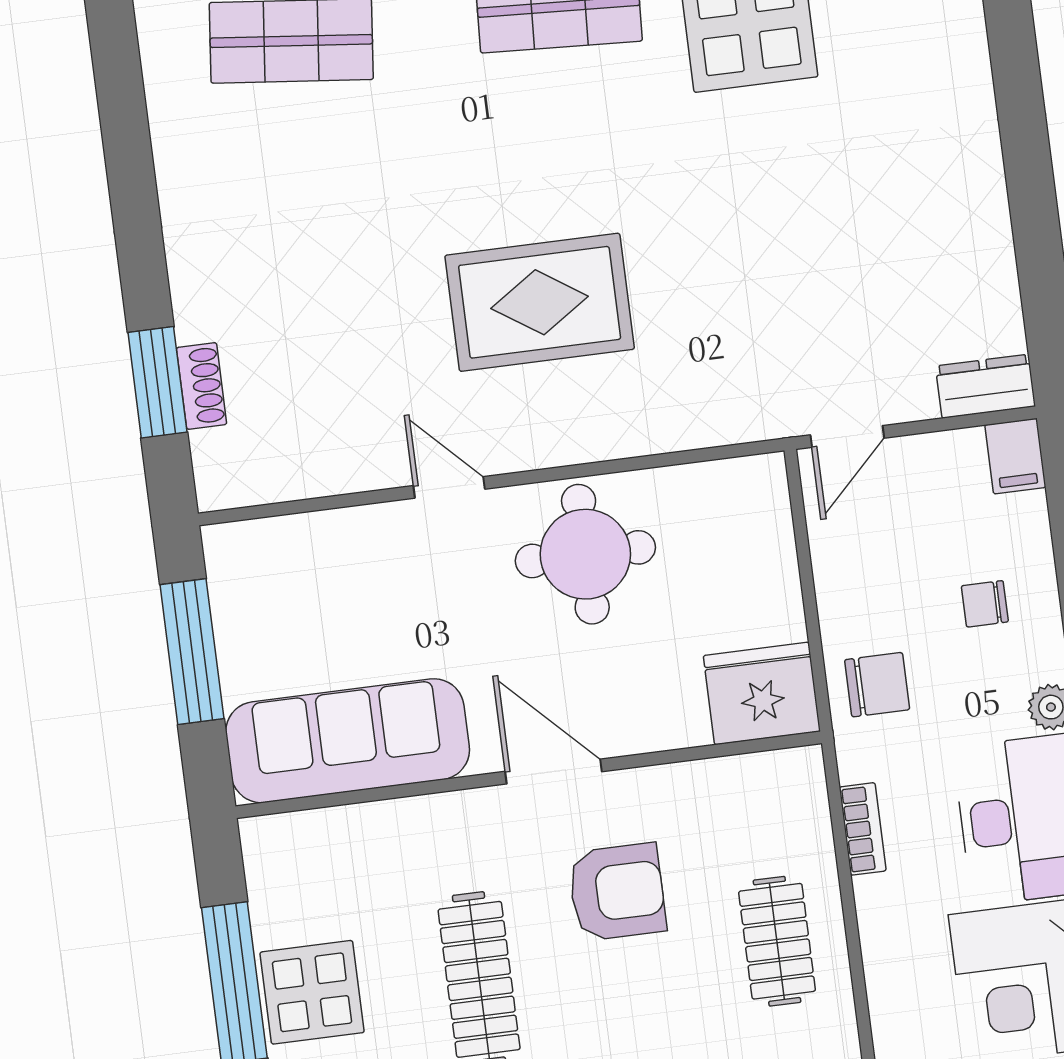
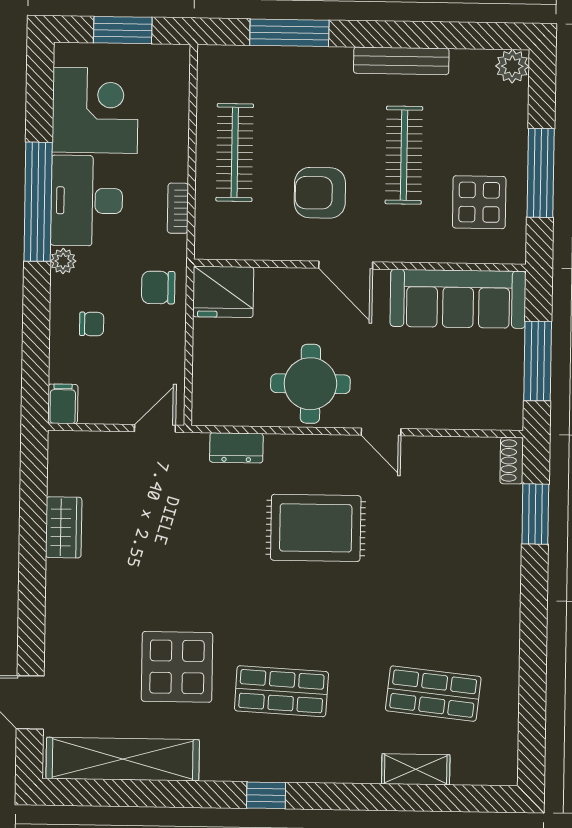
wardrobe: (982, 239) -> (64, 527), added
shoe rack: (202, 386) -> (512, 461), moved
dresser: (985, 386) -> (236, 448), moved
clothes rail: (777, 941) -> (235, 152), width x1.36
display table: (312, 992) -> (479, 202), moved

